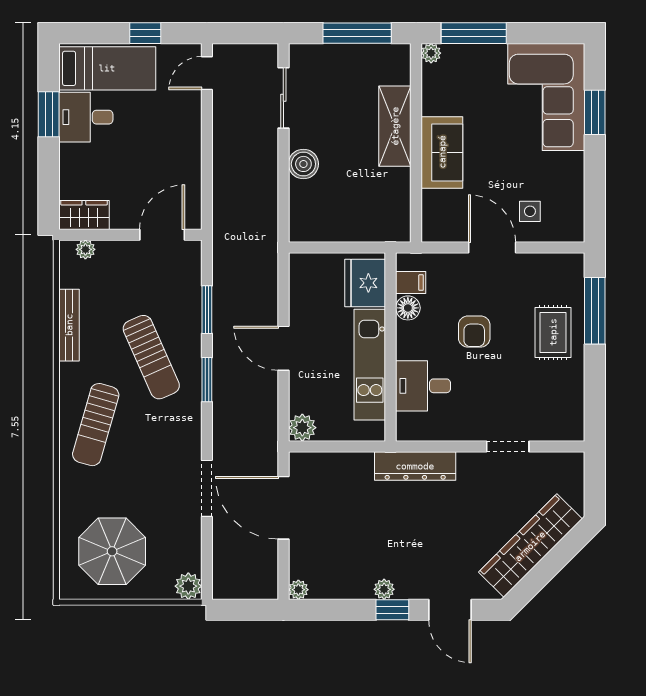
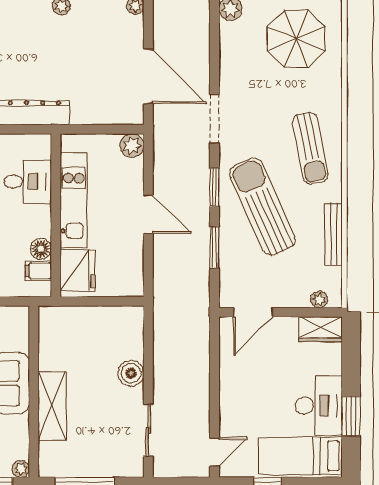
desk: (86, 117) -> (319, 406), width x1.37
sun lounger: (151, 357) -> (262, 206), width x1.36, depth x1.34
sun lounger: (96, 425) -> (310, 148), turned 153
doorway: (207, 488) -> (214, 119), moved

